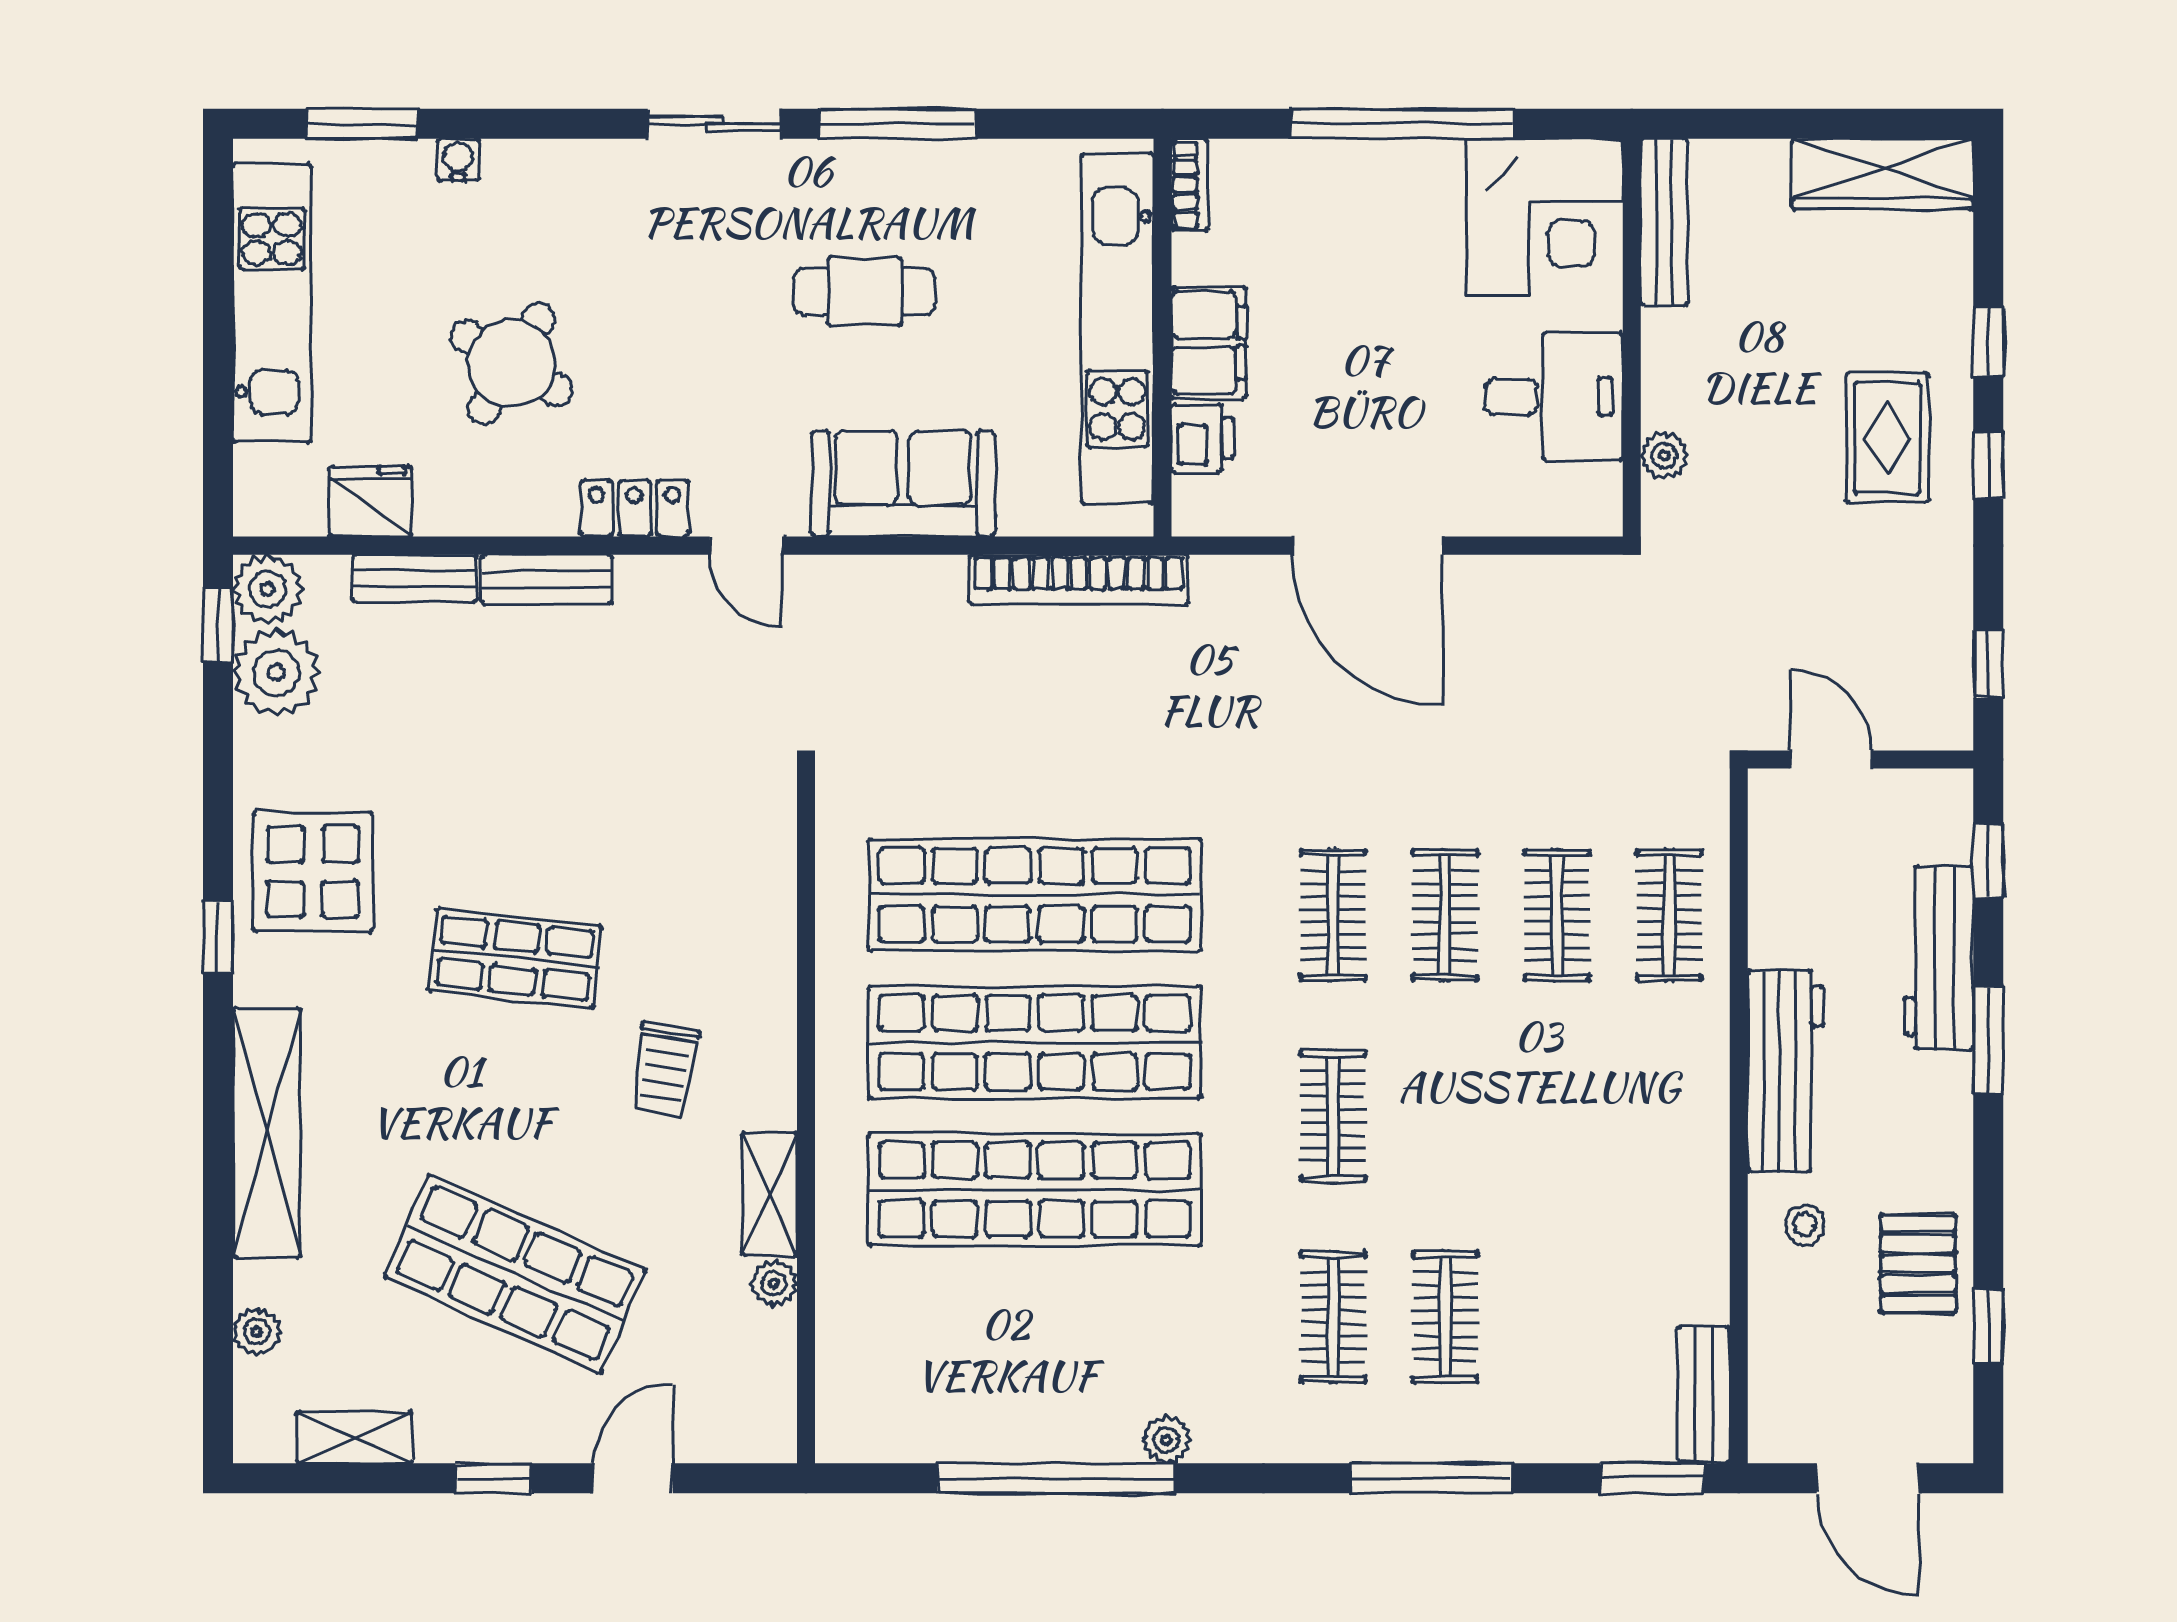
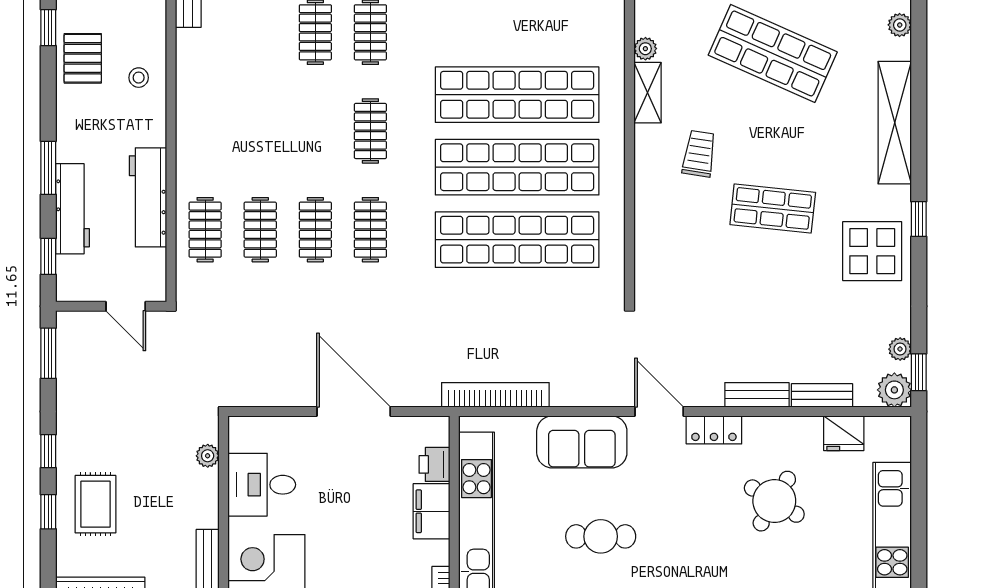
rug: (1887, 438) -> (96, 504), moved
door: (746, 546) -> (659, 411), width x1.38
window: (1988, 664) -> (48, 353), width x1.50
plant: (276, 673) -> (900, 349), width x0.53, depth x0.53
workbench: (1785, 1071) -> (148, 197), moved

